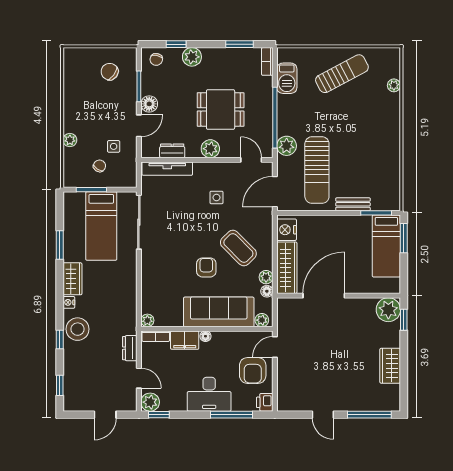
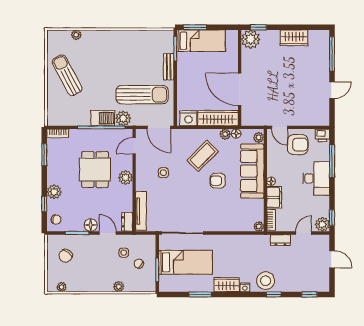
plant: (69, 66) -> (62, 287), added
barbecue: (287, 78) -> (103, 118), moved
dresser: (172, 151) -> (127, 222), moved

